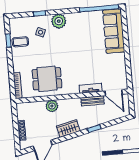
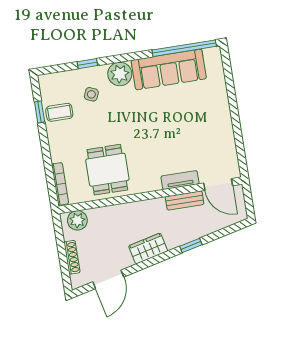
sofa: (114, 31) -> (169, 69), moved, turned -90
dining table: (47, 79) -> (107, 170), turned 90
plant: (52, 106) -> (77, 220), moved

